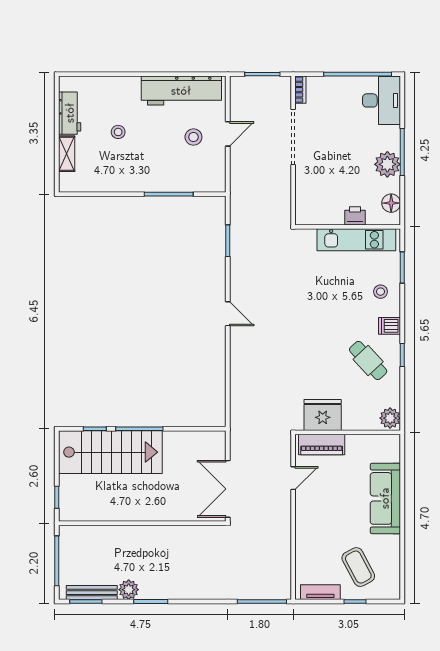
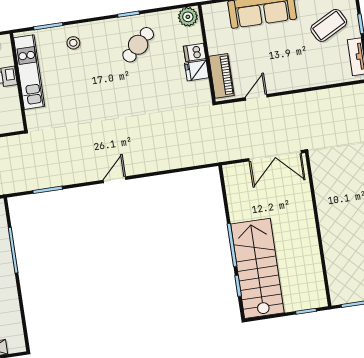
dishwasher: (390, 326) -> (195, 52), moved, turned 90
fridge: (323, 415) -> (197, 70), width x0.53, depth x0.75
door: (293, 478) -> (256, 97), hinge flipped

